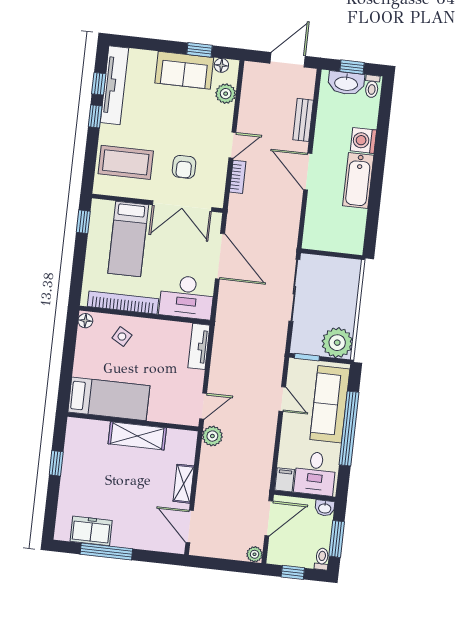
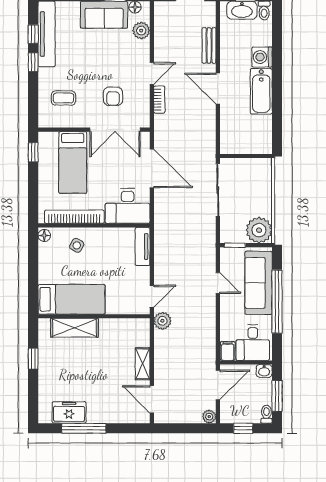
coffee table: (126, 162) -> (63, 98), width x0.54, depth x0.58
shelving: (137, 436) -> (74, 328), moved

